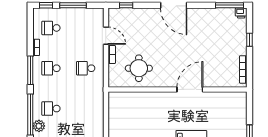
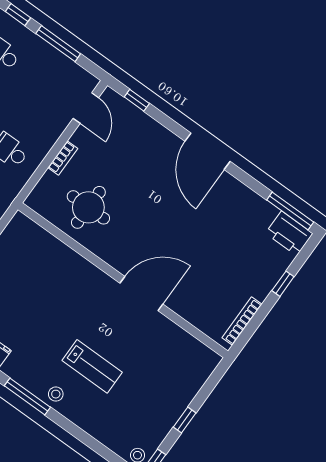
printer: (241, 13) -> (289, 233), width x1.87, depth x1.48
door: (106, 36) -> (86, 108), moved

